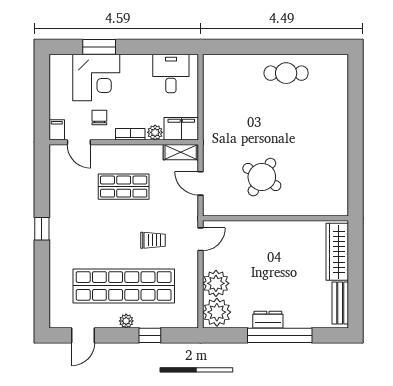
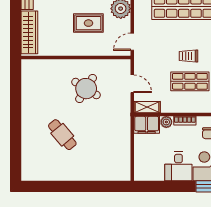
desk: (171, 73) -> (178, 166), moved
cafe table: (286, 73) -> (62, 135), moved, turned 50
trolley: (153, 240) -> (189, 56), moved
rug: (259, 264) -> (88, 23), added

